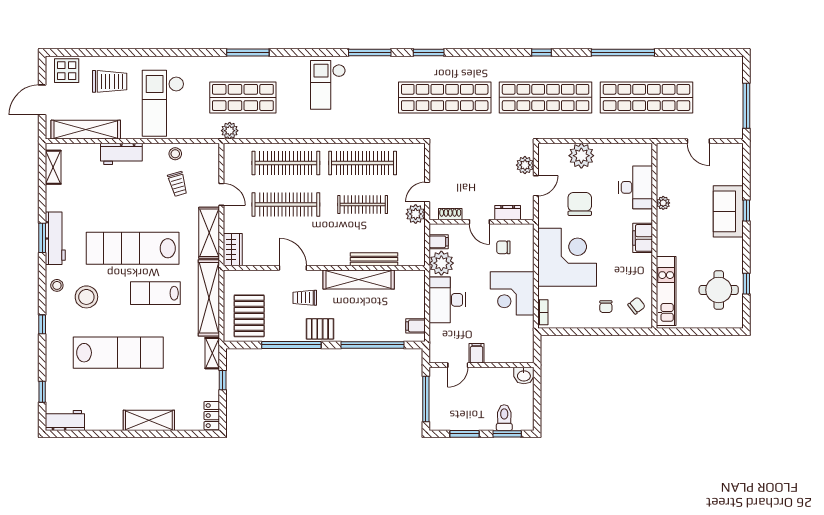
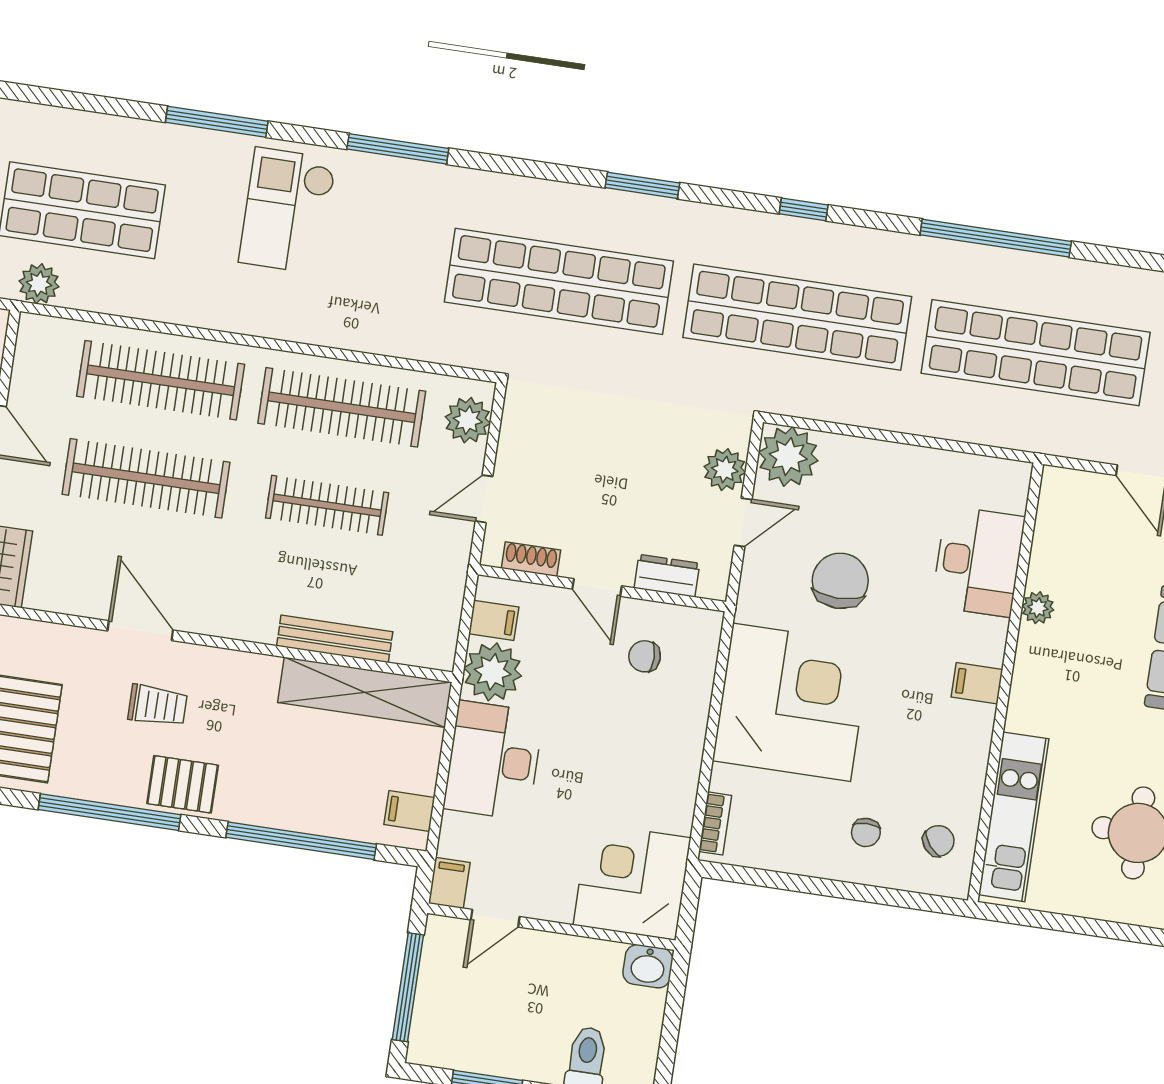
window: (248, 52) -> (217, 122), moved
window: (429, 52) -> (642, 185), moved
plant: (581, 156) -> (788, 456), moved
plant: (416, 214) -> (468, 420), moved
filing cabinet: (643, 238) -> (977, 683), width x0.50
shelving: (359, 280) -> (365, 692), moved
corner desk: (512, 293) -> (632, 881), moved, turned 90
trolley: (305, 298) -> (158, 705), turned 180
filing cabinet: (477, 353) -> (449, 883), moved

